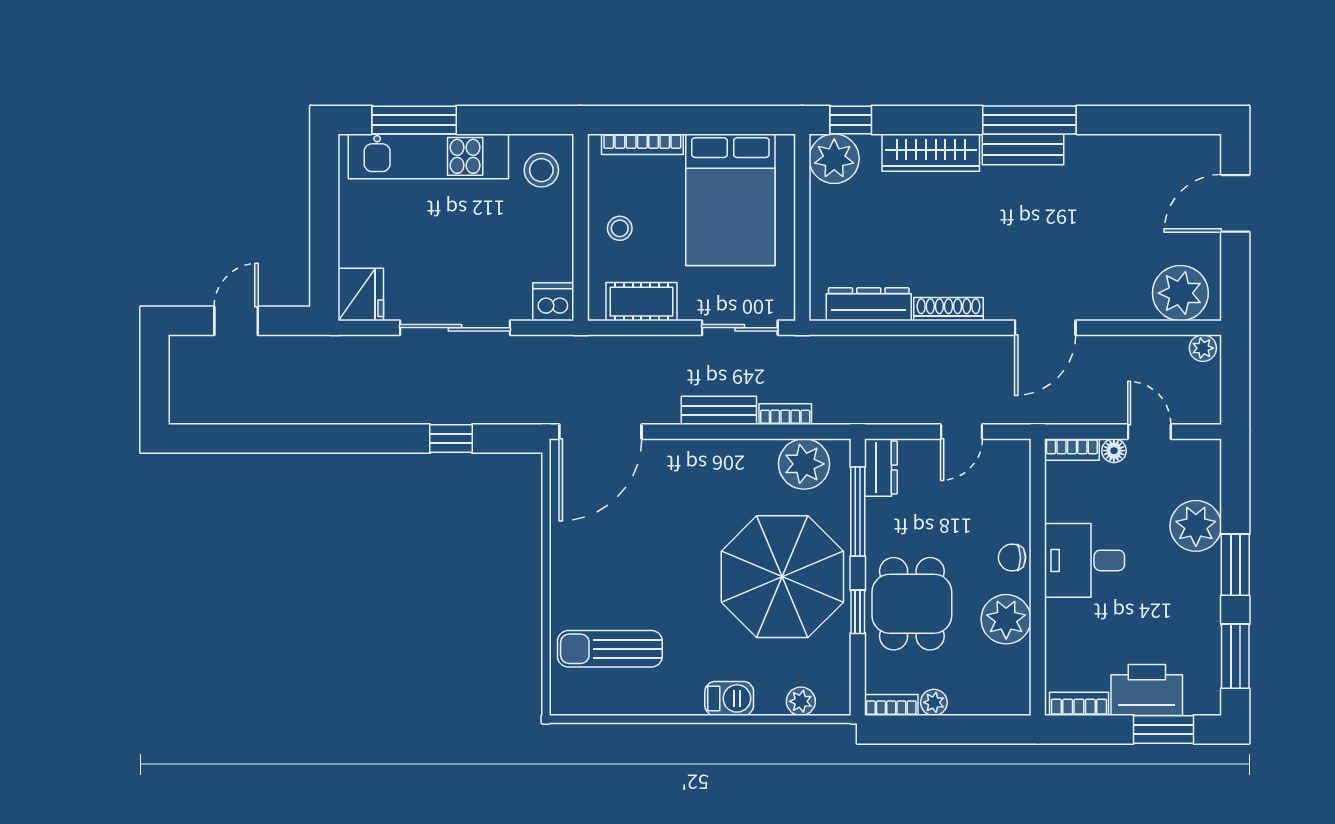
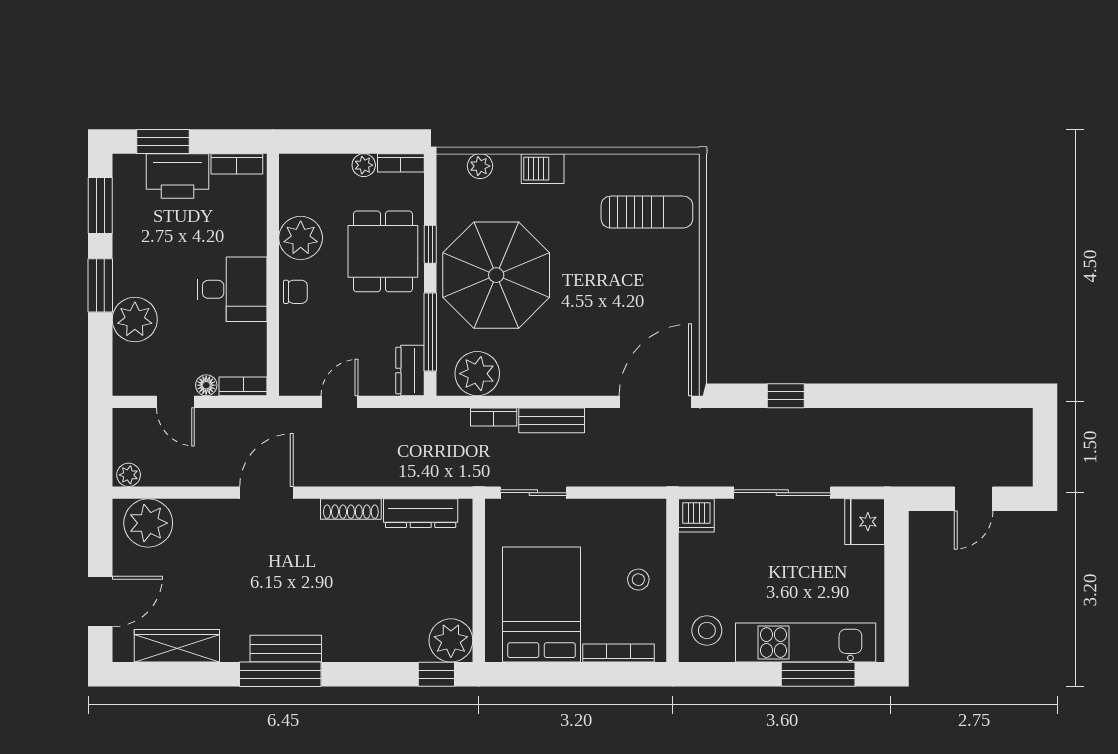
wardrobe: (931, 153) -> (177, 646), moved
cot: (641, 302) -> (619, 516), removed

